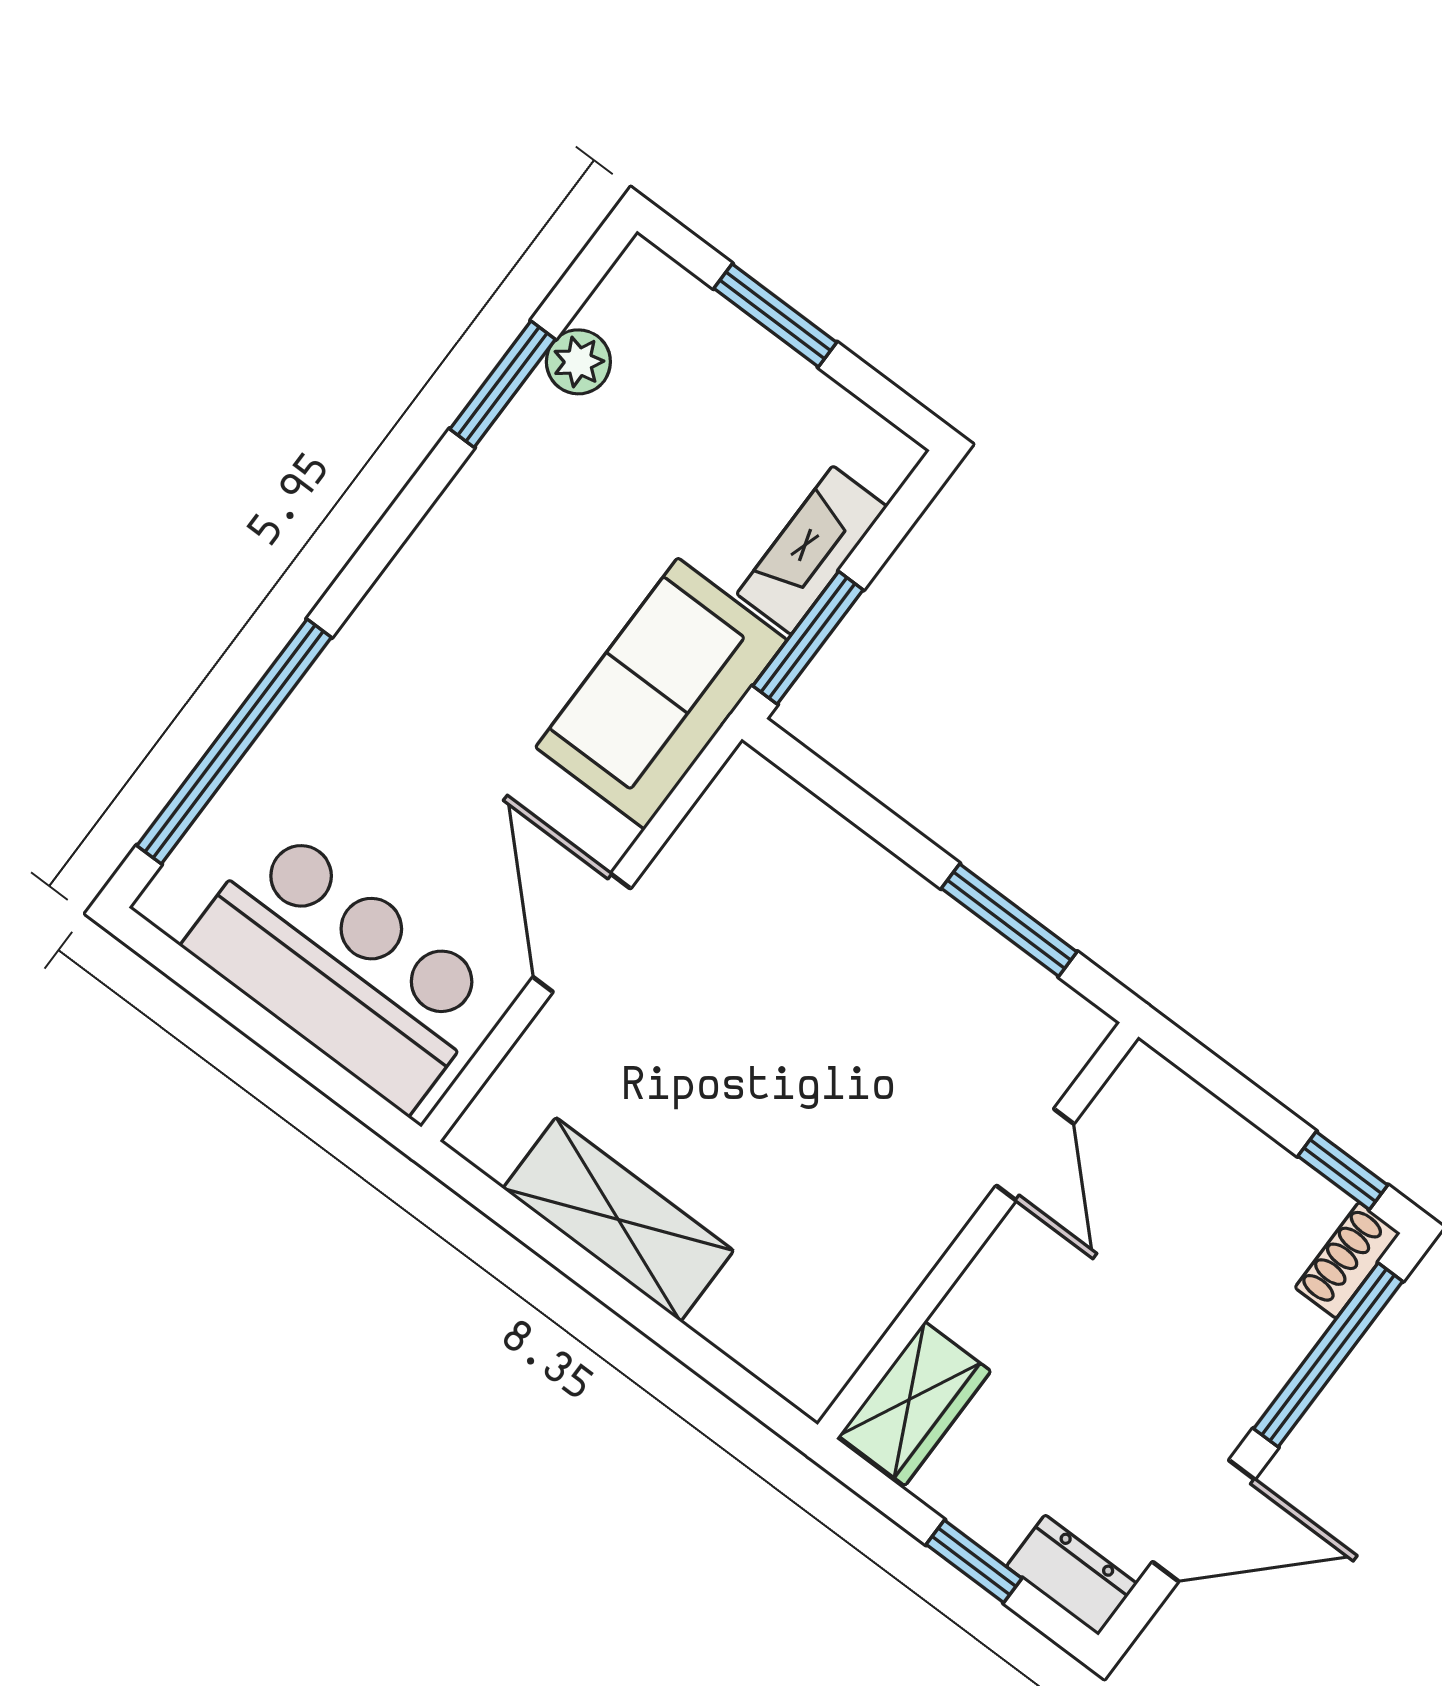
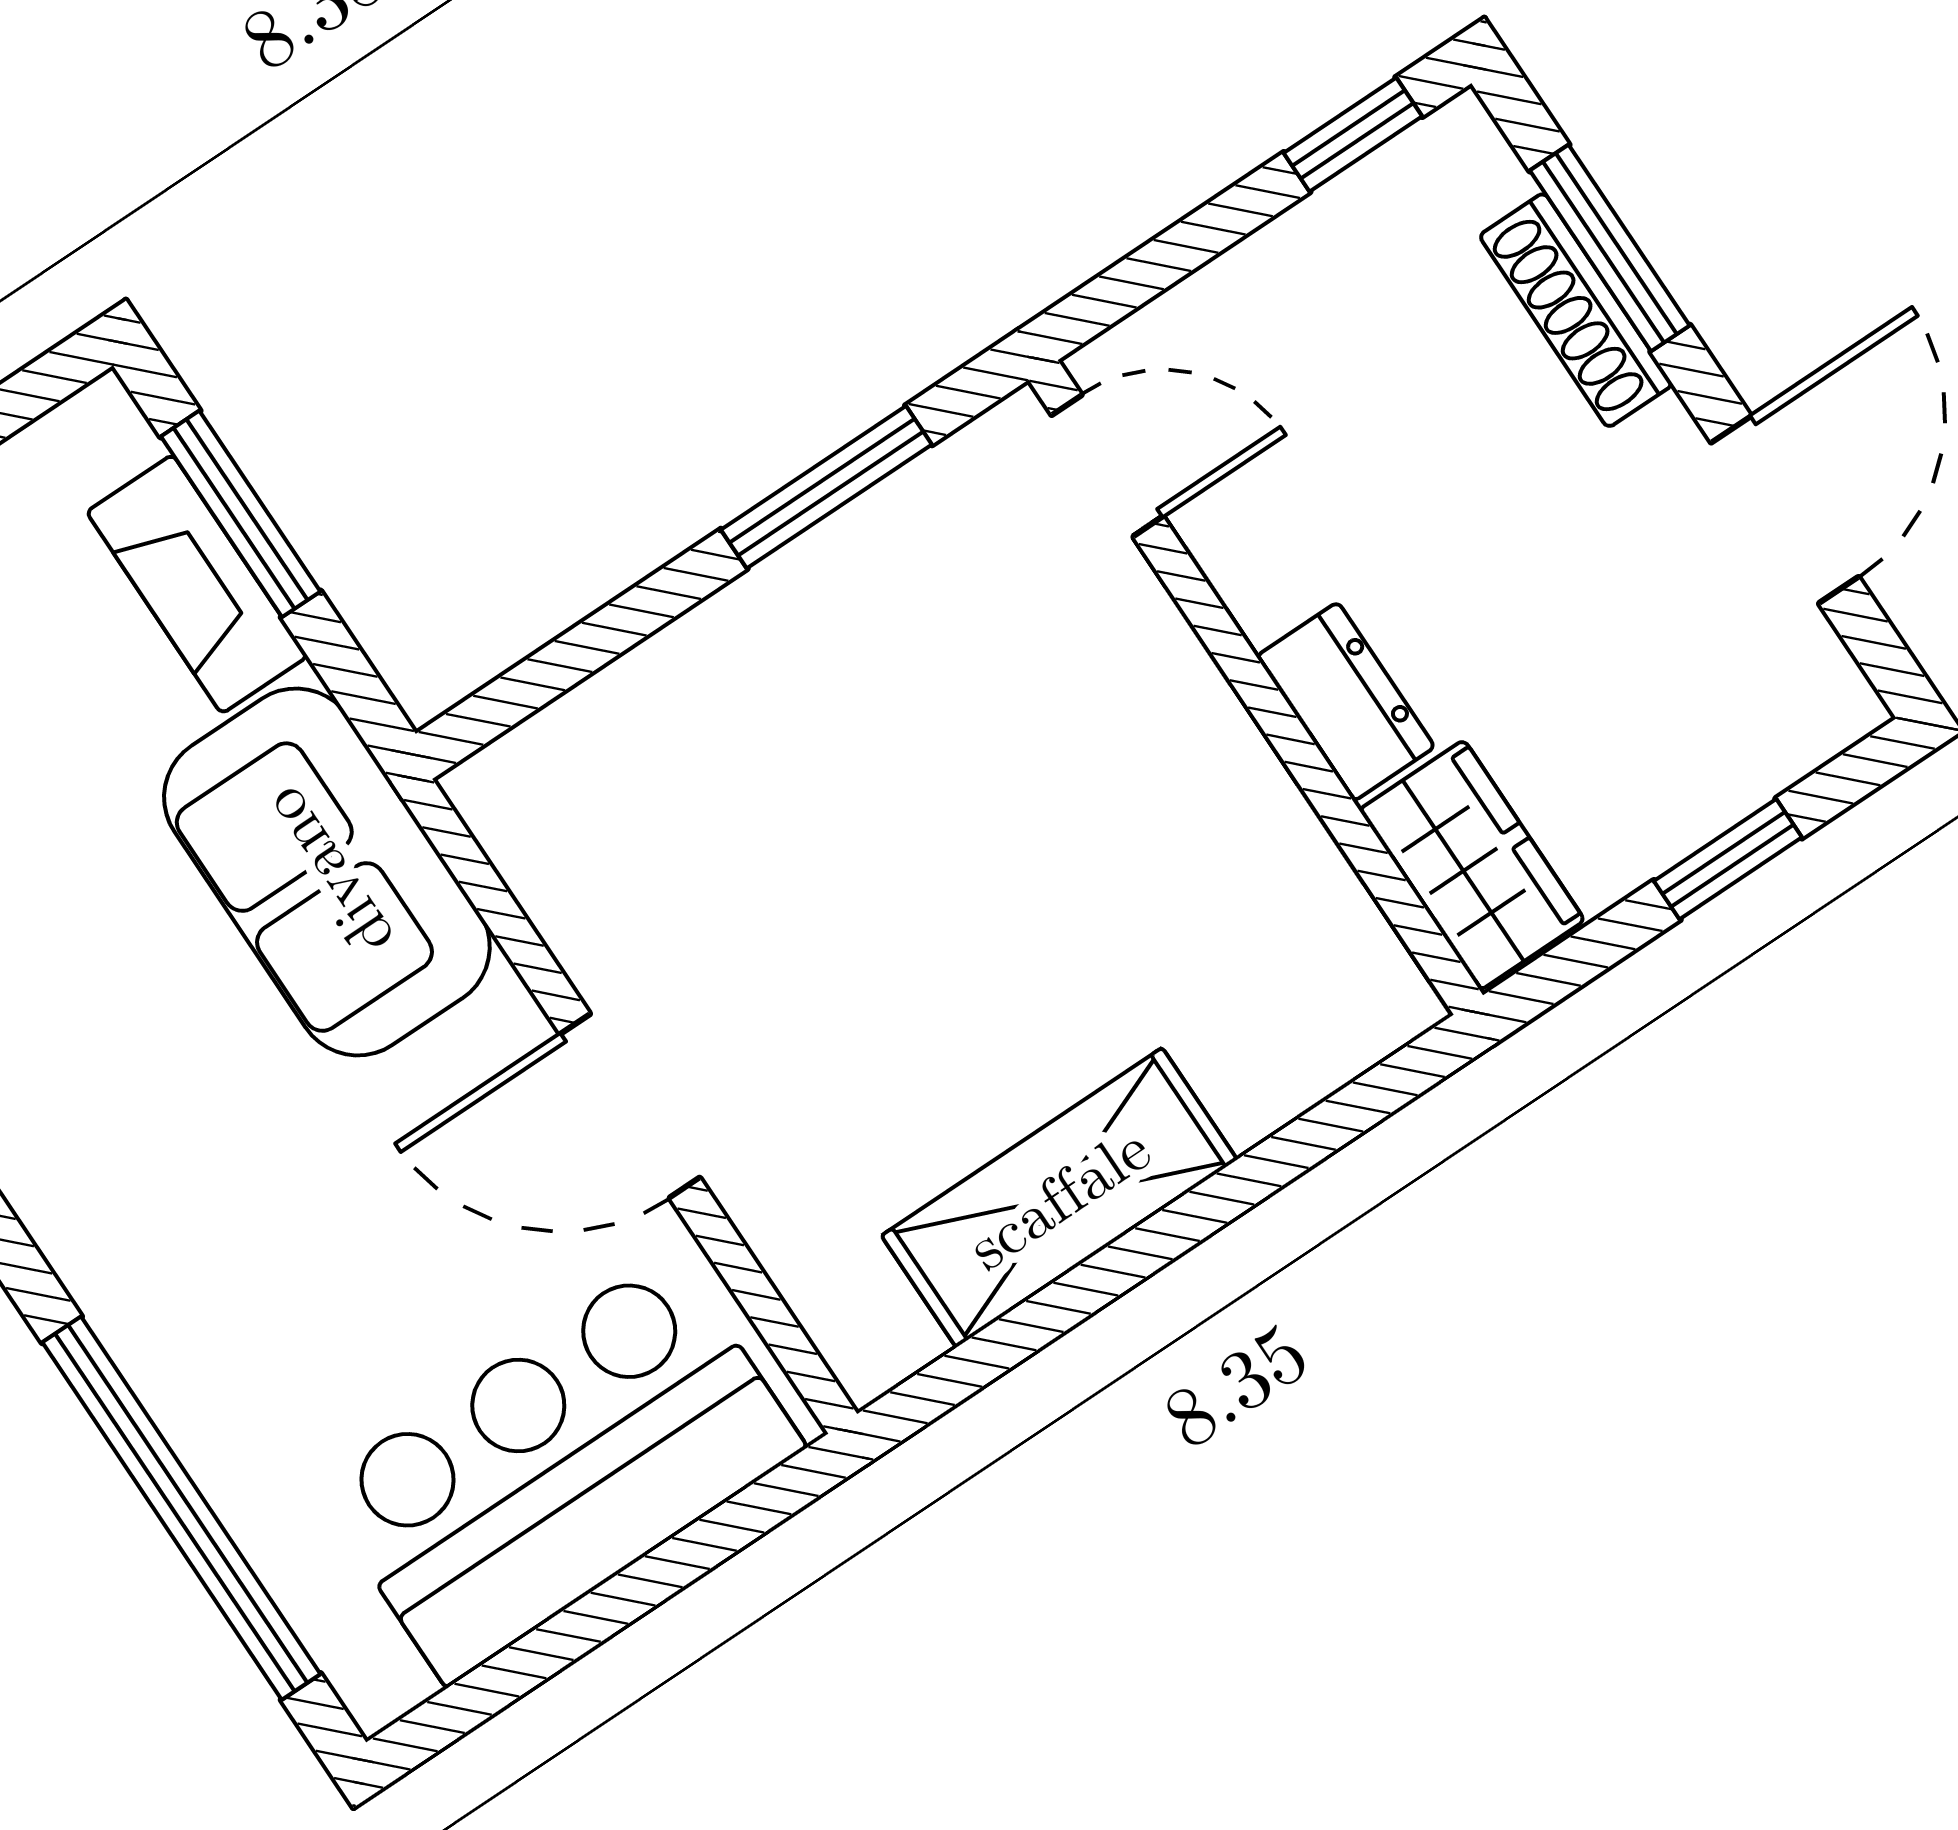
window: (808, 638) -> (241, 514), moved
door: (1035, 1155) -> (1107, 466), moved
shoe rack: (1348, 1260) -> (1576, 310), moved, width x1.43
window: (1328, 1355) -> (1610, 248), width x0.69
dresser: (1072, 1575) -> (1346, 702), moved, turned 90

